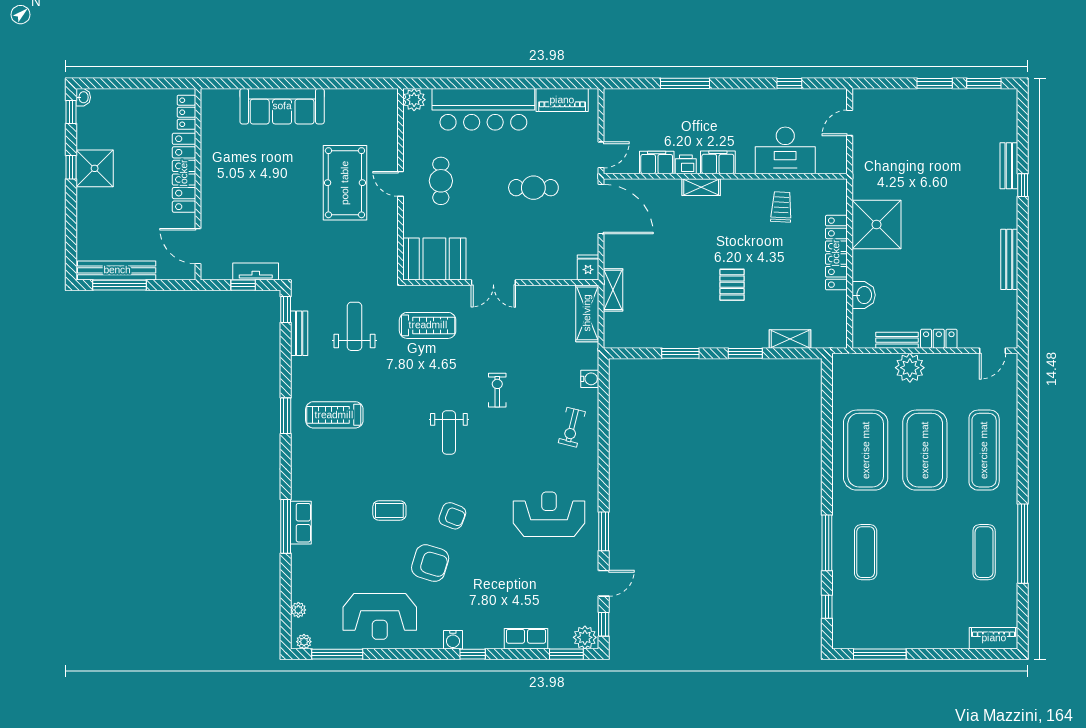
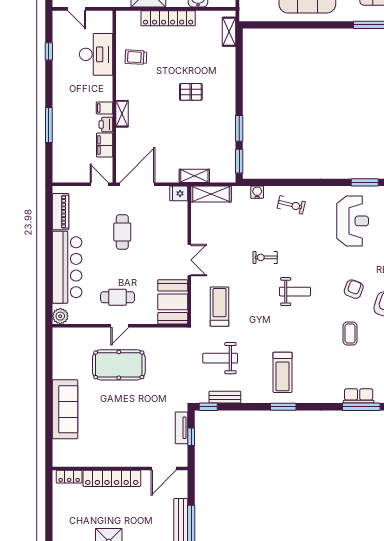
filing cabinet: (718, 162) -> (104, 108), width x0.50
shelving: (790, 339) -> (229, 32), moved
window: (745, 353) -> (239, 161), moved
reception desk: (549, 514) -> (353, 221), turned 180

